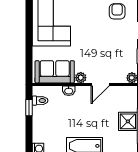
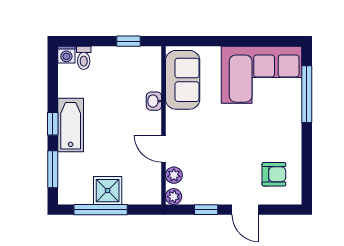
plant: (81, 78) -> (174, 175), moved
toilet: (40, 101) -> (84, 58), moved

